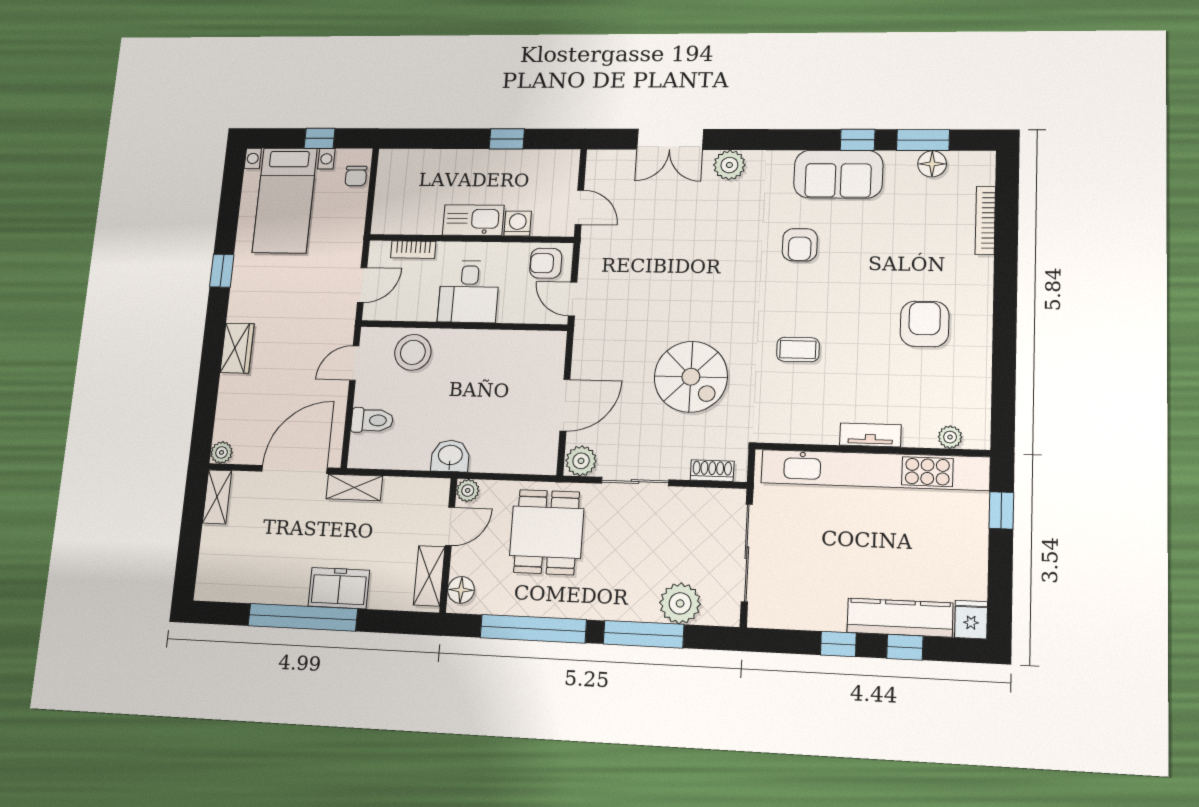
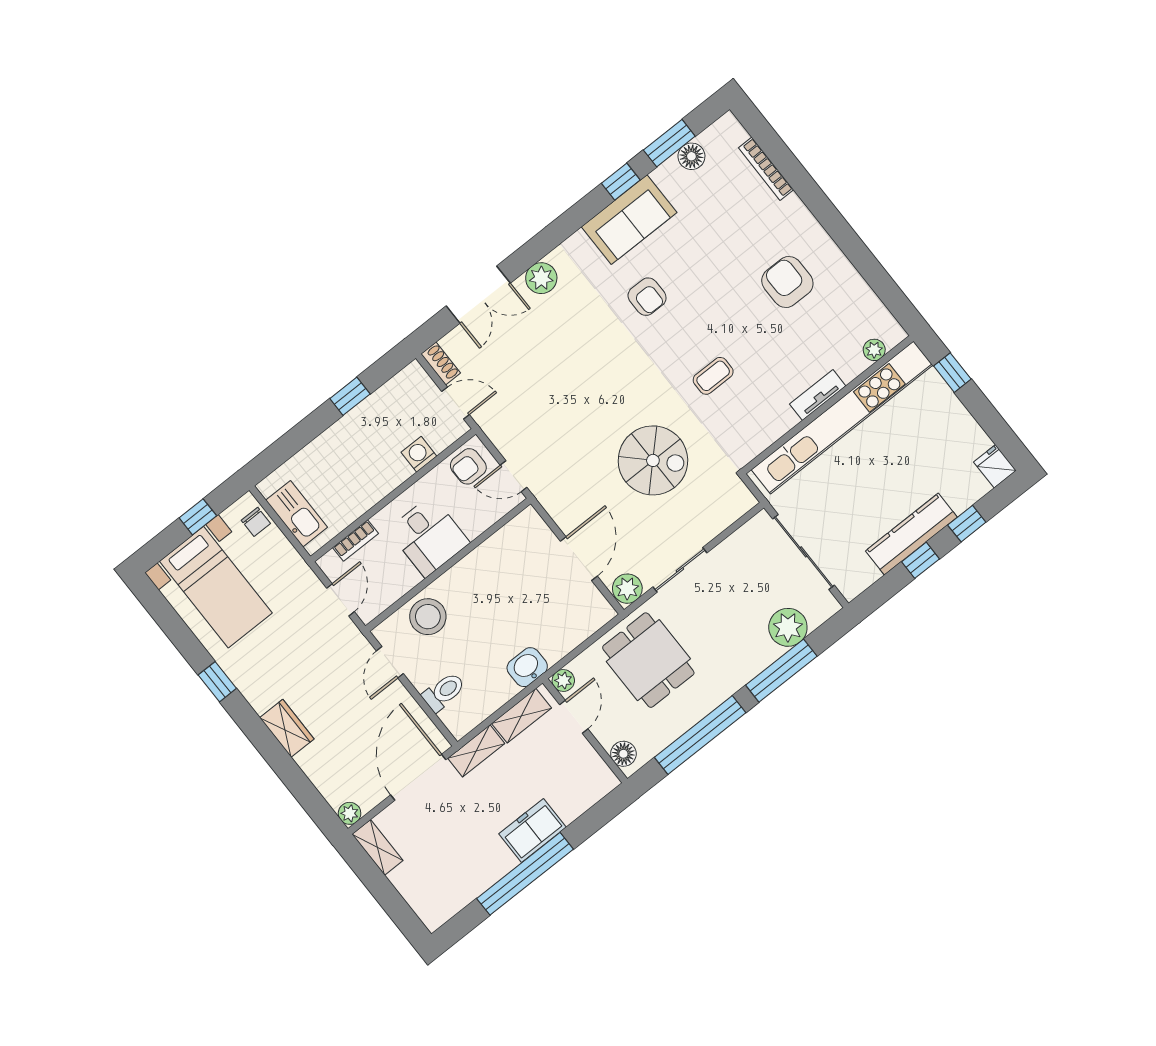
kitchen sink: (473, 220) -> (297, 514), moved, turned 90
shoe rack: (712, 471) -> (441, 364), moved, turned 90
shelving: (429, 576) -> (522, 716), moved, turned 90
kitchen counter: (900, 618) -> (911, 534), moved

